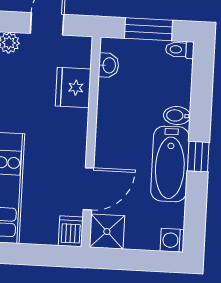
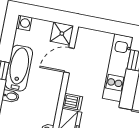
dishwasher: (71, 231) -> (72, 102), moved, turned -90

